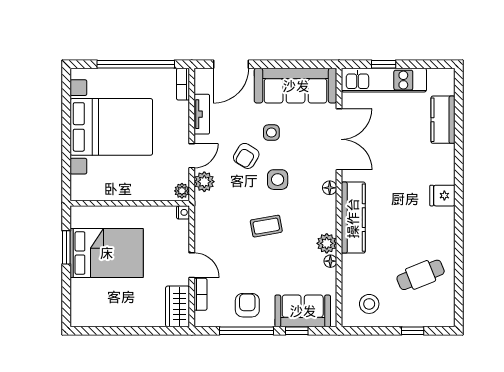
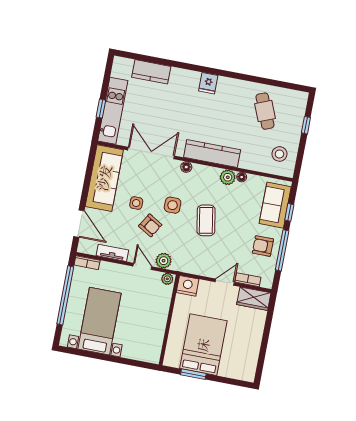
bed with nightstands: (111, 127) -> (99, 321), width x0.73
nightstand: (183, 212) -> (188, 286), width x1.89, depth x1.79
coffee table: (266, 226) -> (206, 220), width x1.36, depth x1.30

